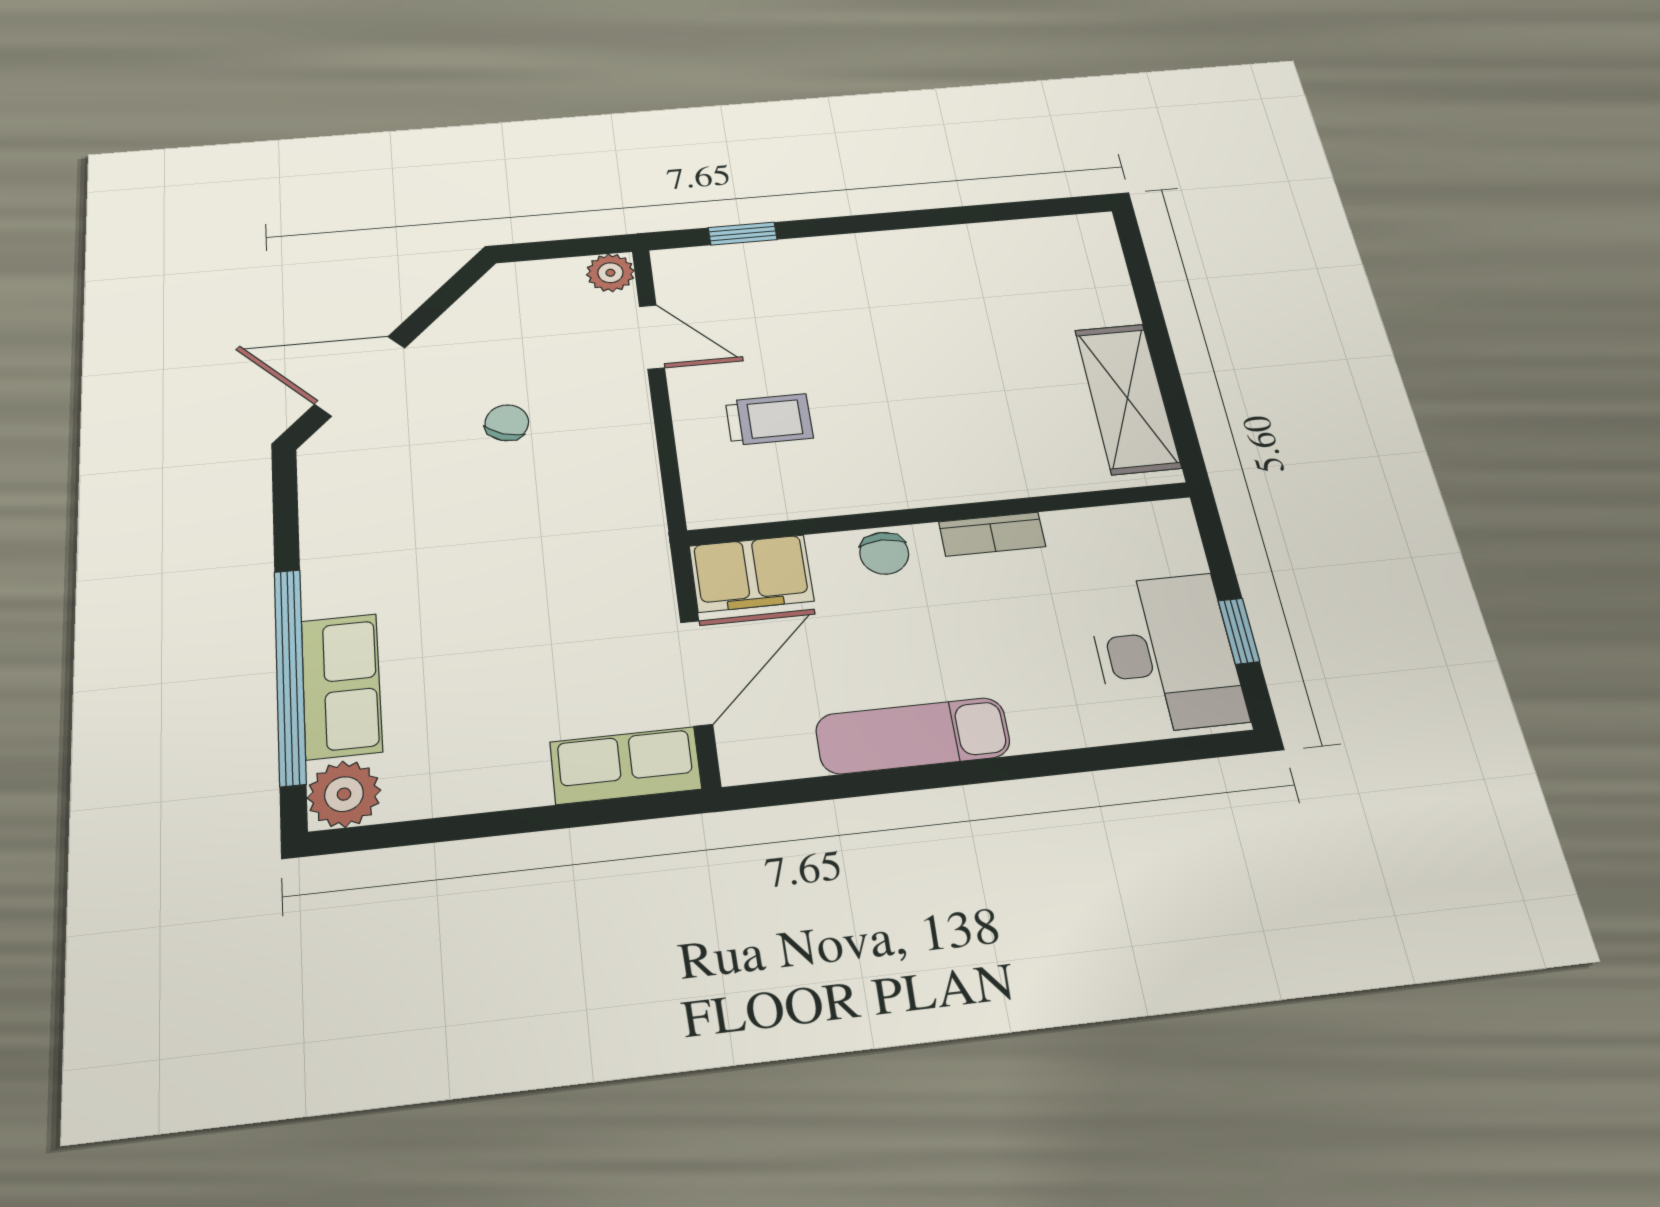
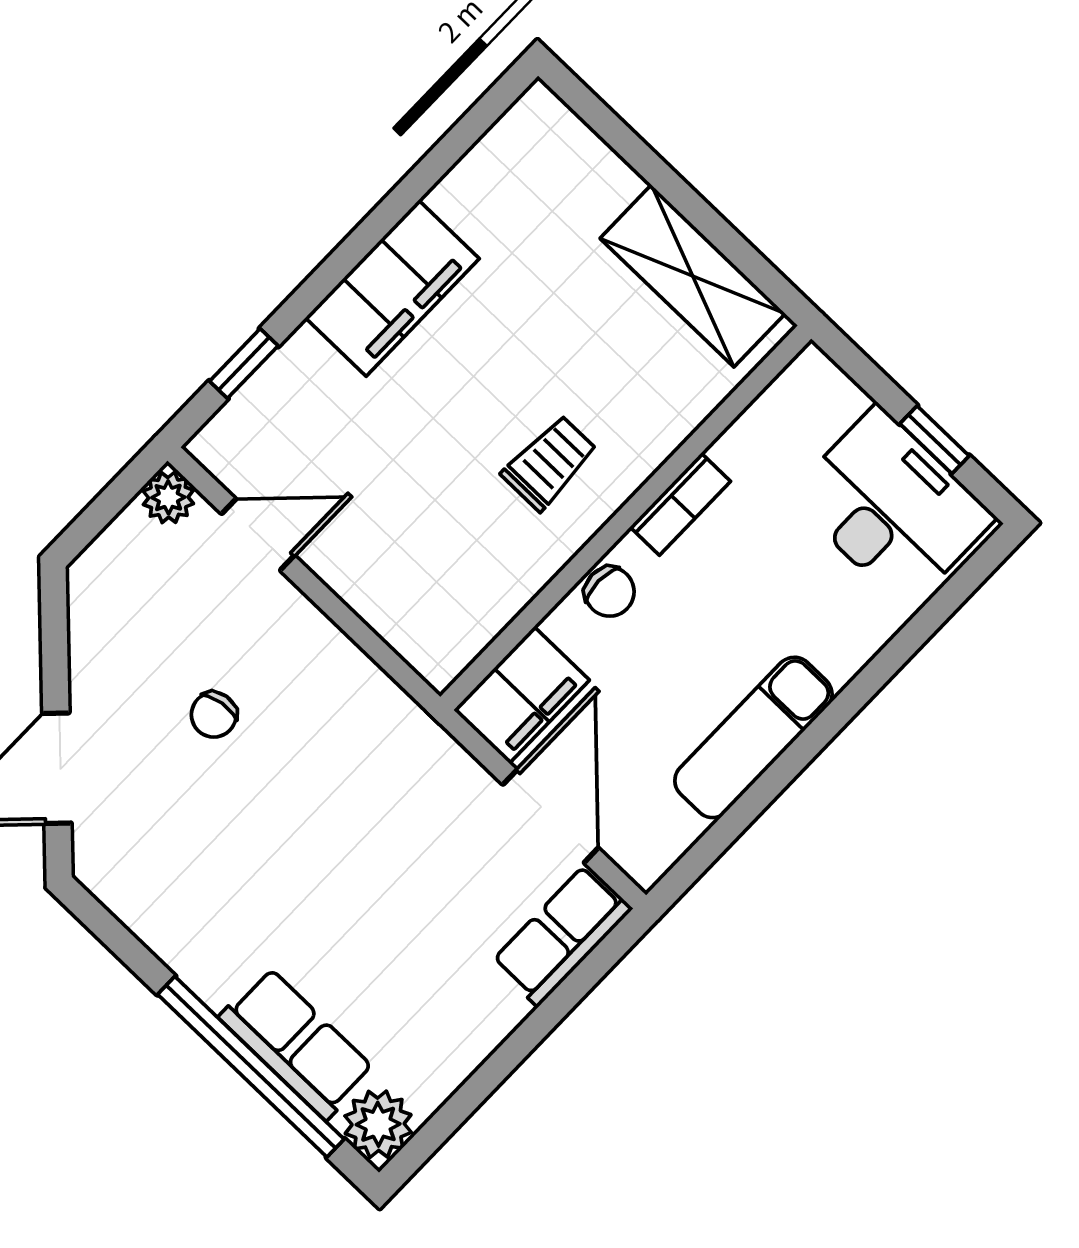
filing cabinet: (892, 261) -> (392, 288), added
trolley: (769, 419) -> (549, 463), moved
chair: (507, 423) -> (214, 715), turned -118

